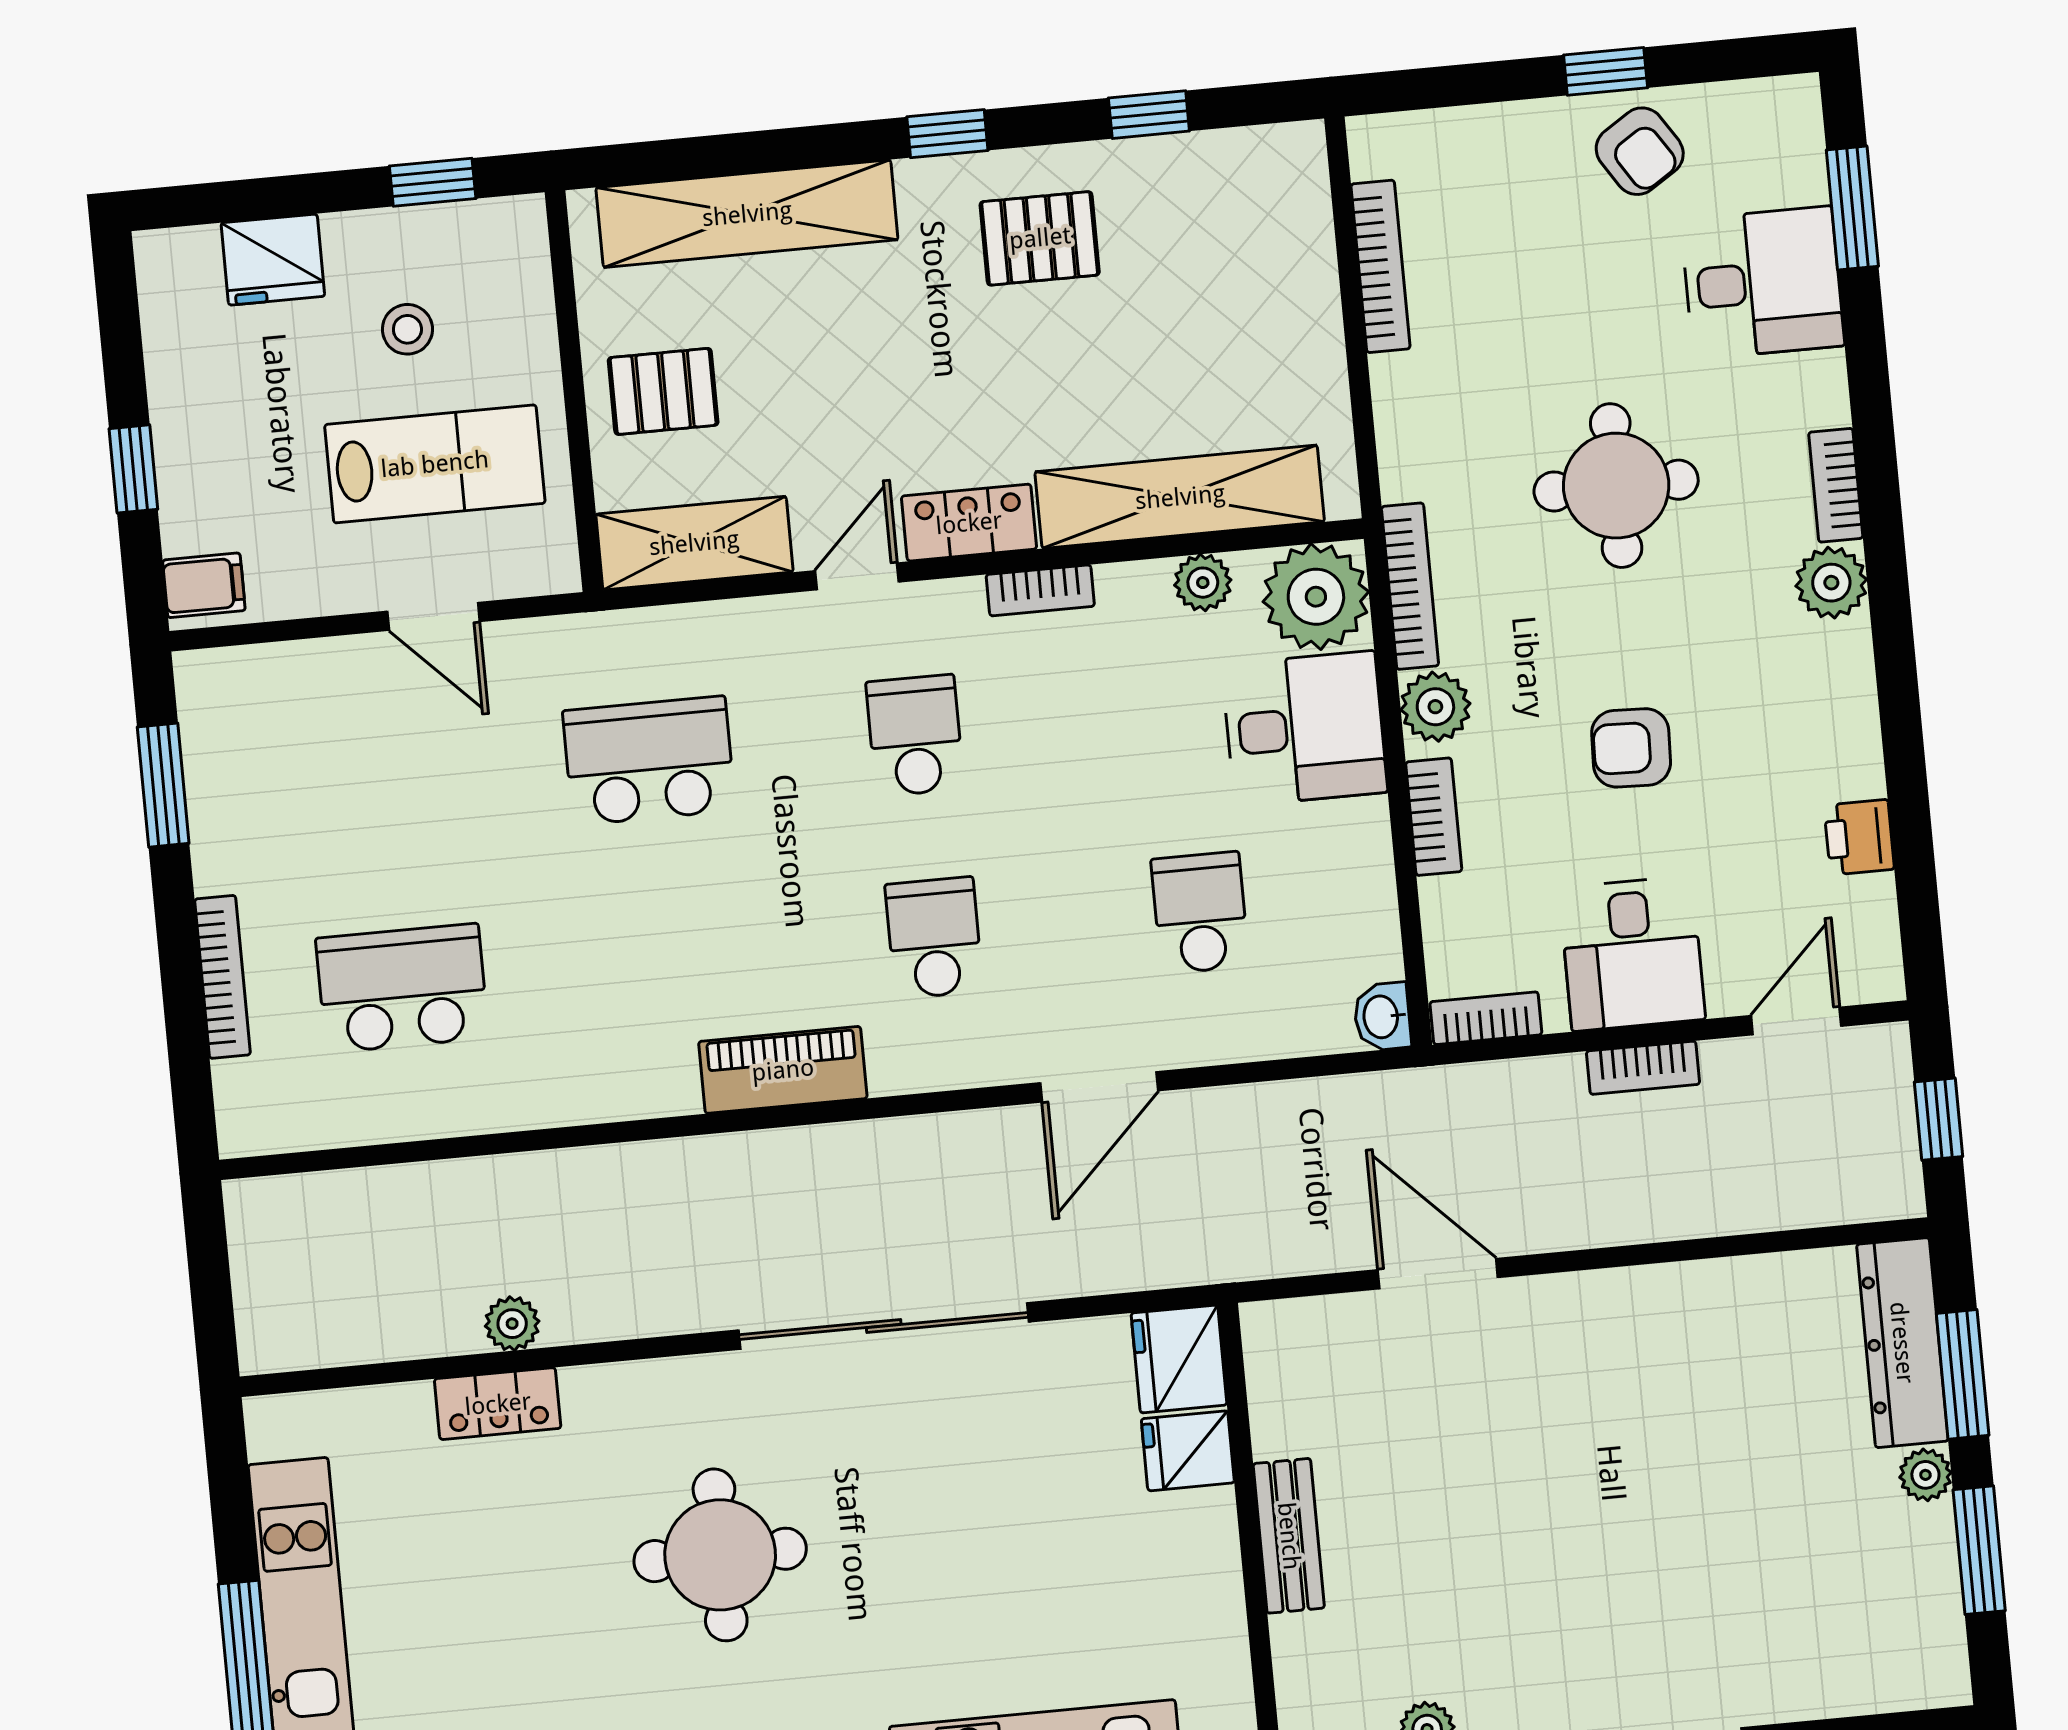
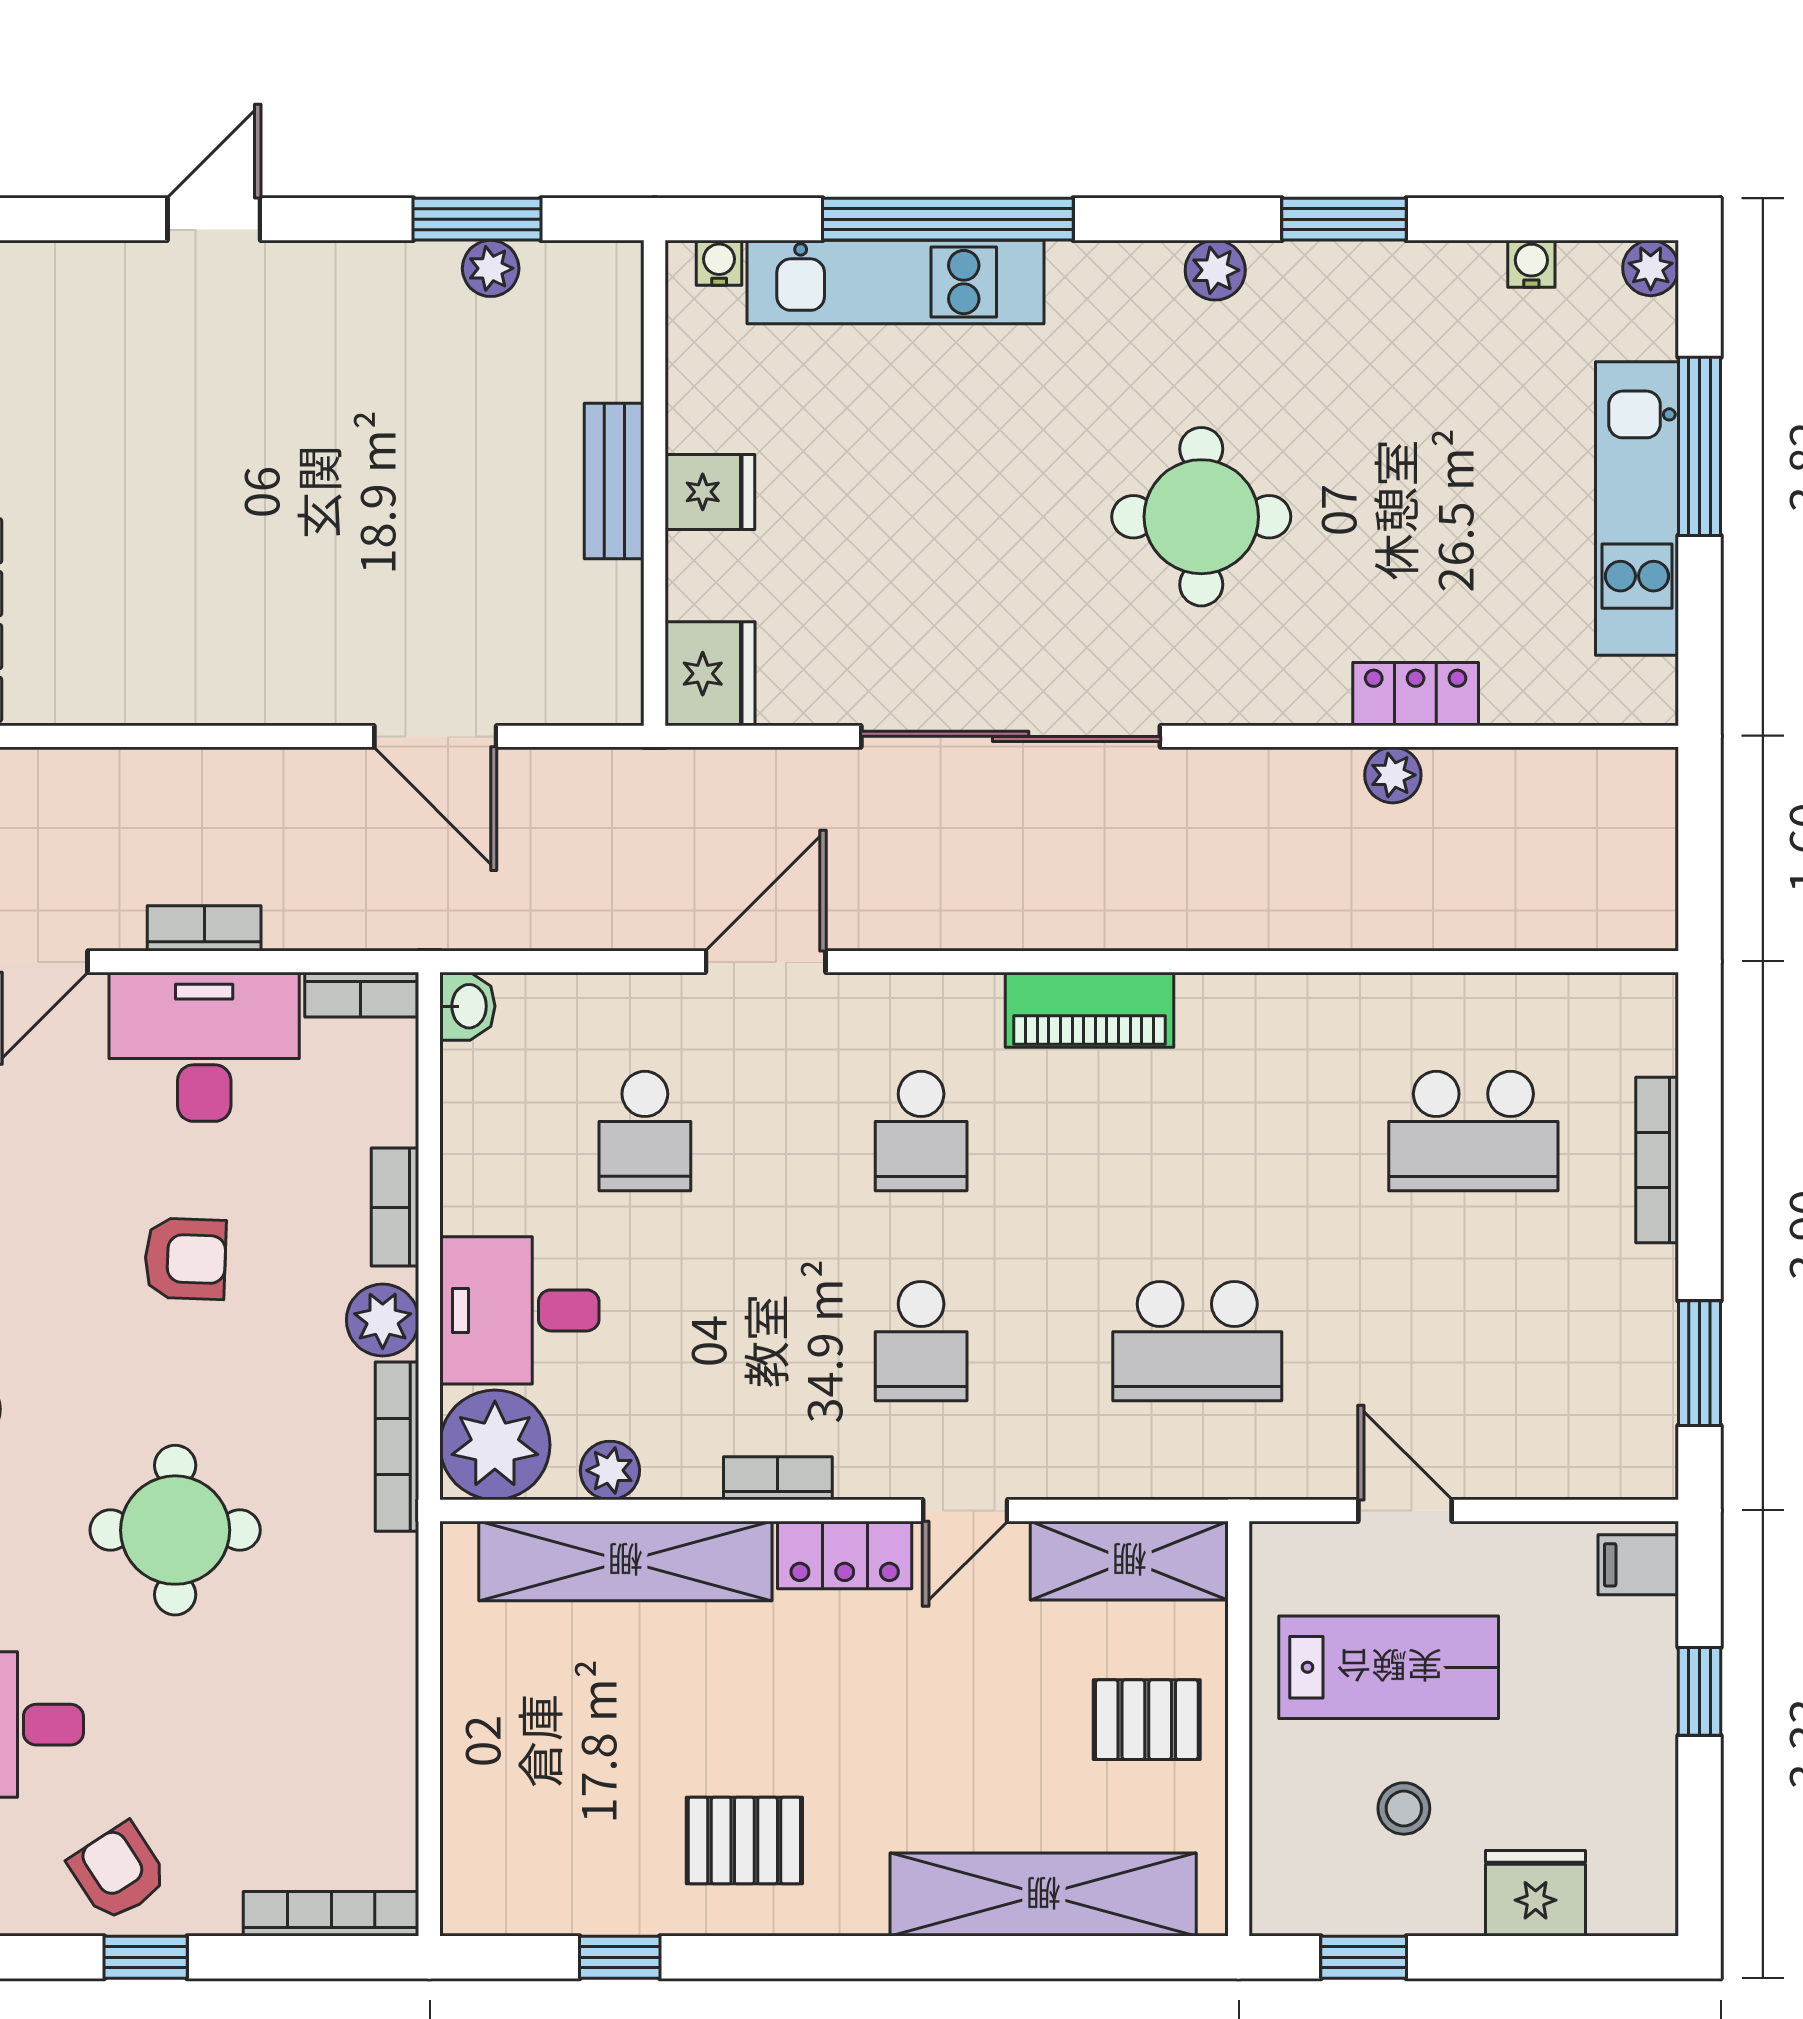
window: (947, 134) -> (829, 1957), removed
bookcase: (1381, 266) -> (331, 1914), moved, turned 90
lab bench: (435, 464) -> (1389, 1667), turned 180
desk: (1632, 954) -> (204, 1047), width x1.37
fridge: (1188, 1451) -> (710, 492), moved

